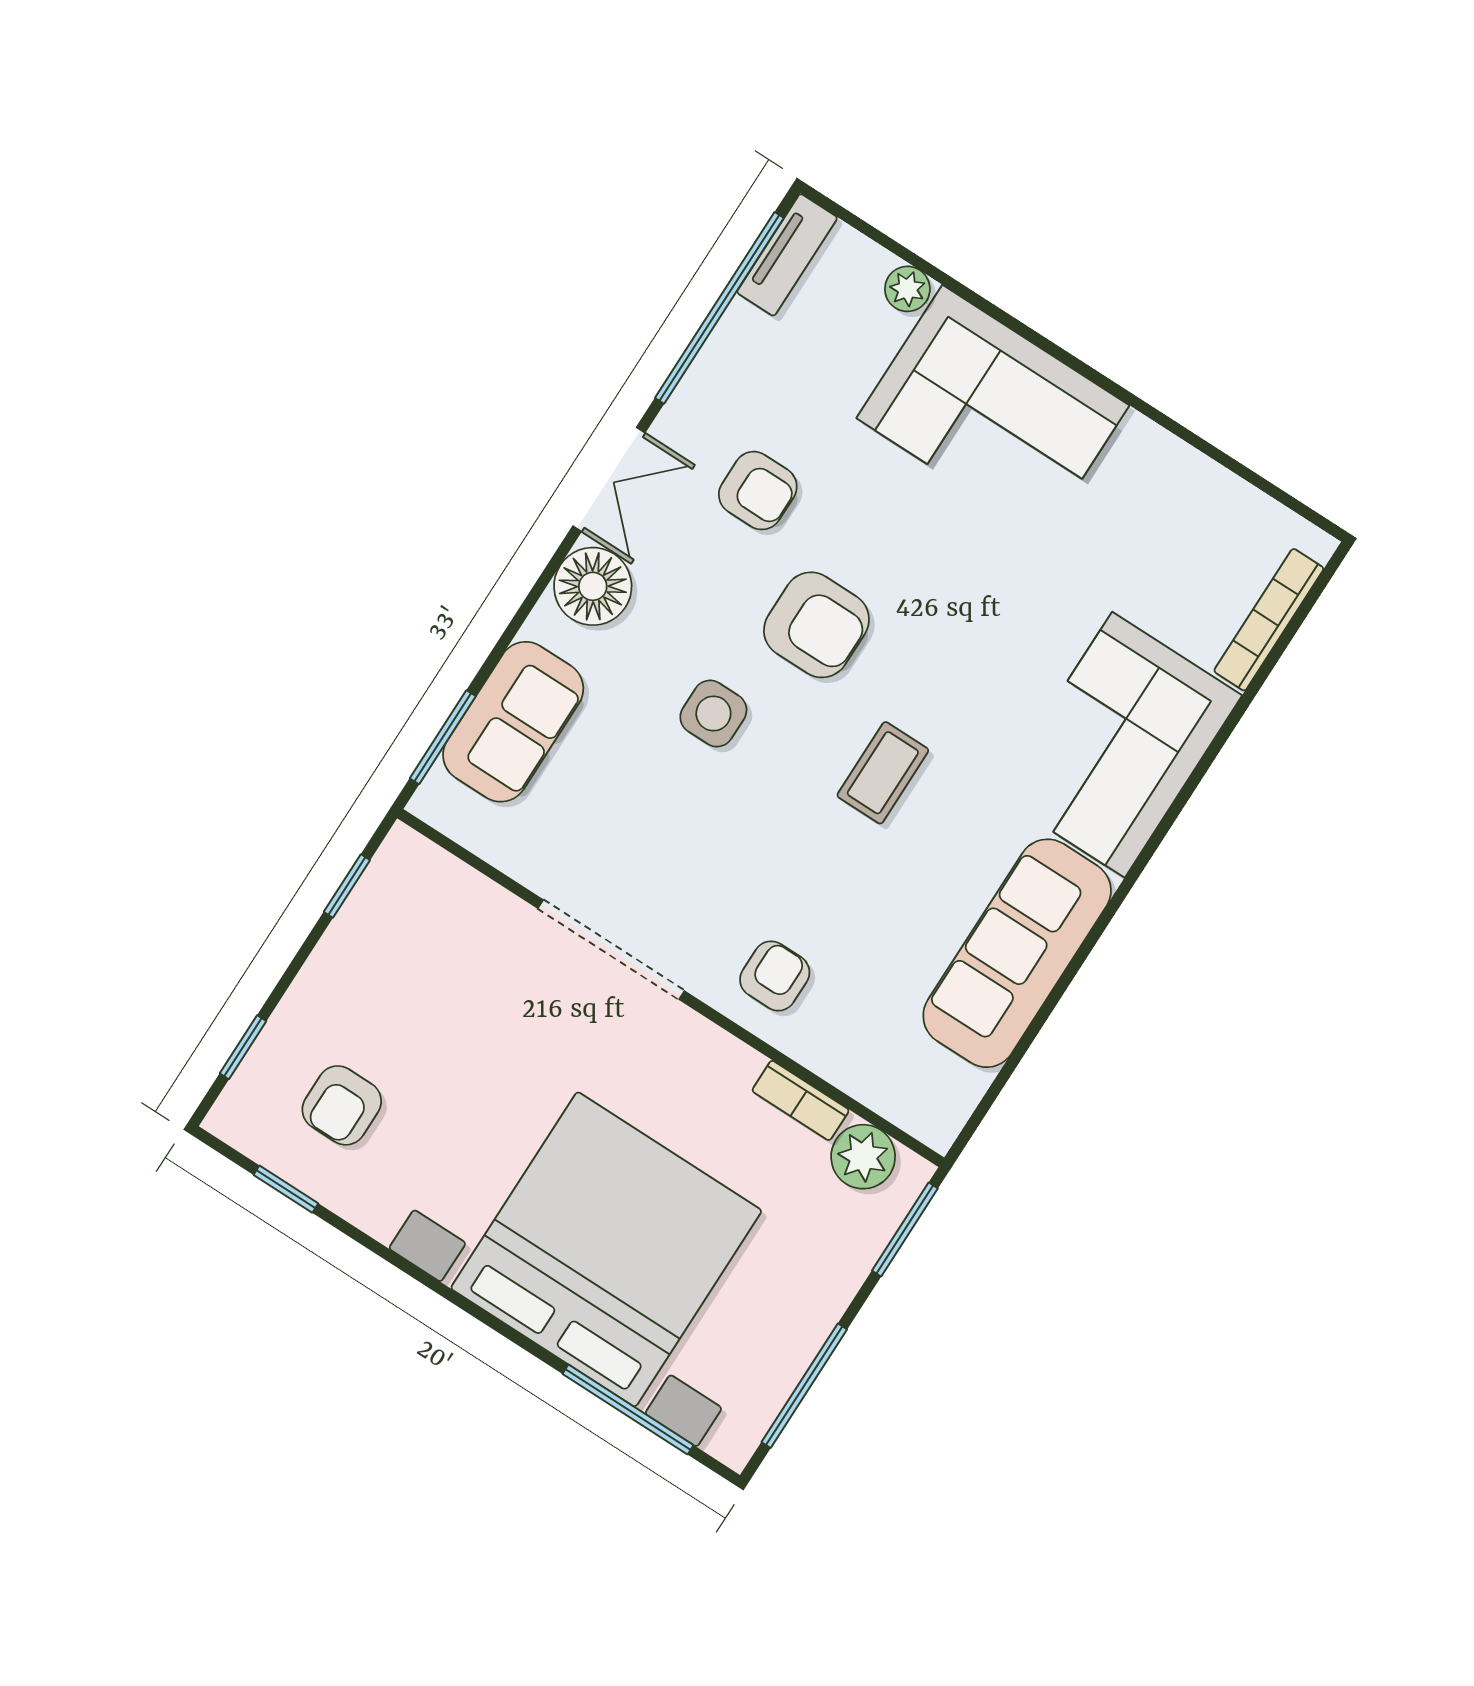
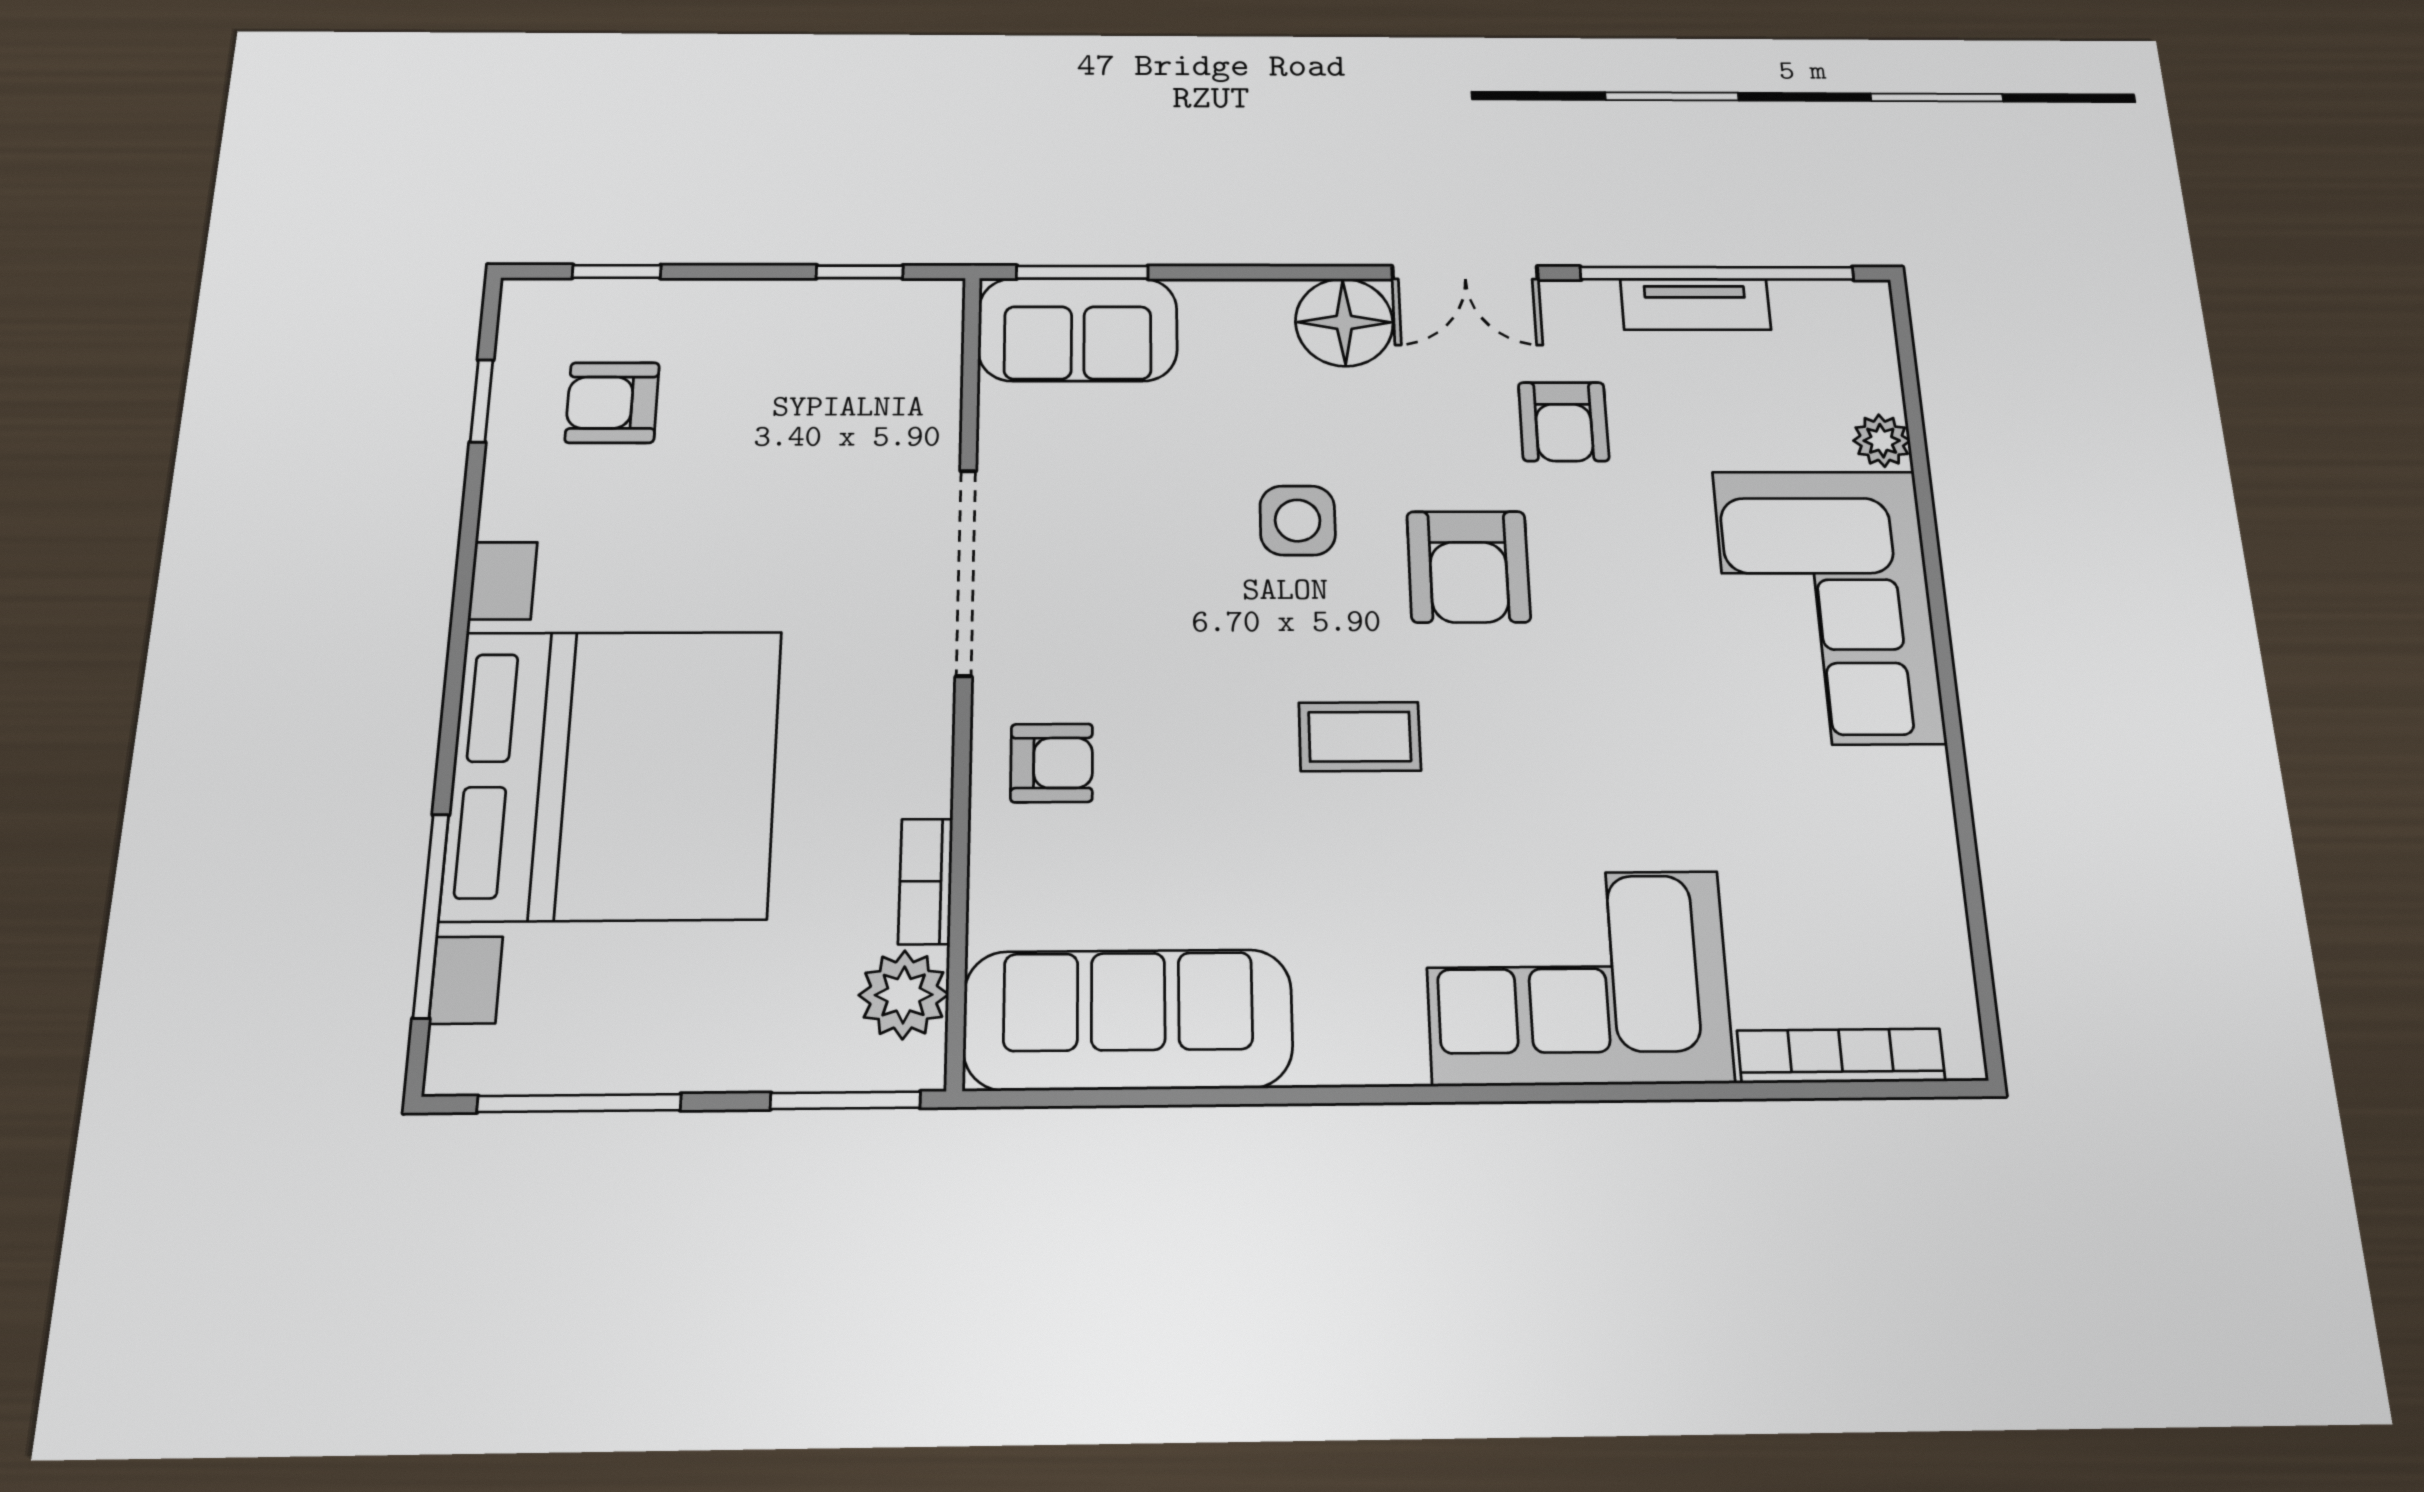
tv unit: (787, 255) -> (1695, 304), moved
sofa: (513, 722) -> (1078, 329), moved
sofa: (1017, 953) -> (1128, 1019), moved

